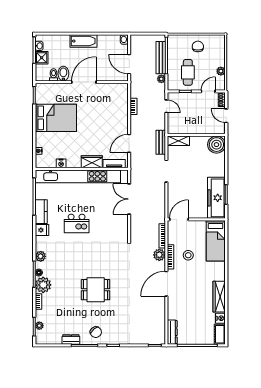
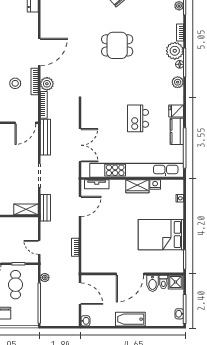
shower: (42, 58) -> (176, 282), moved
bench: (161, 58) -> (45, 137), moved
wardrobe: (92, 162) -> (137, 186), moved
kitchen island: (77, 223) -> (138, 118), turned -90

